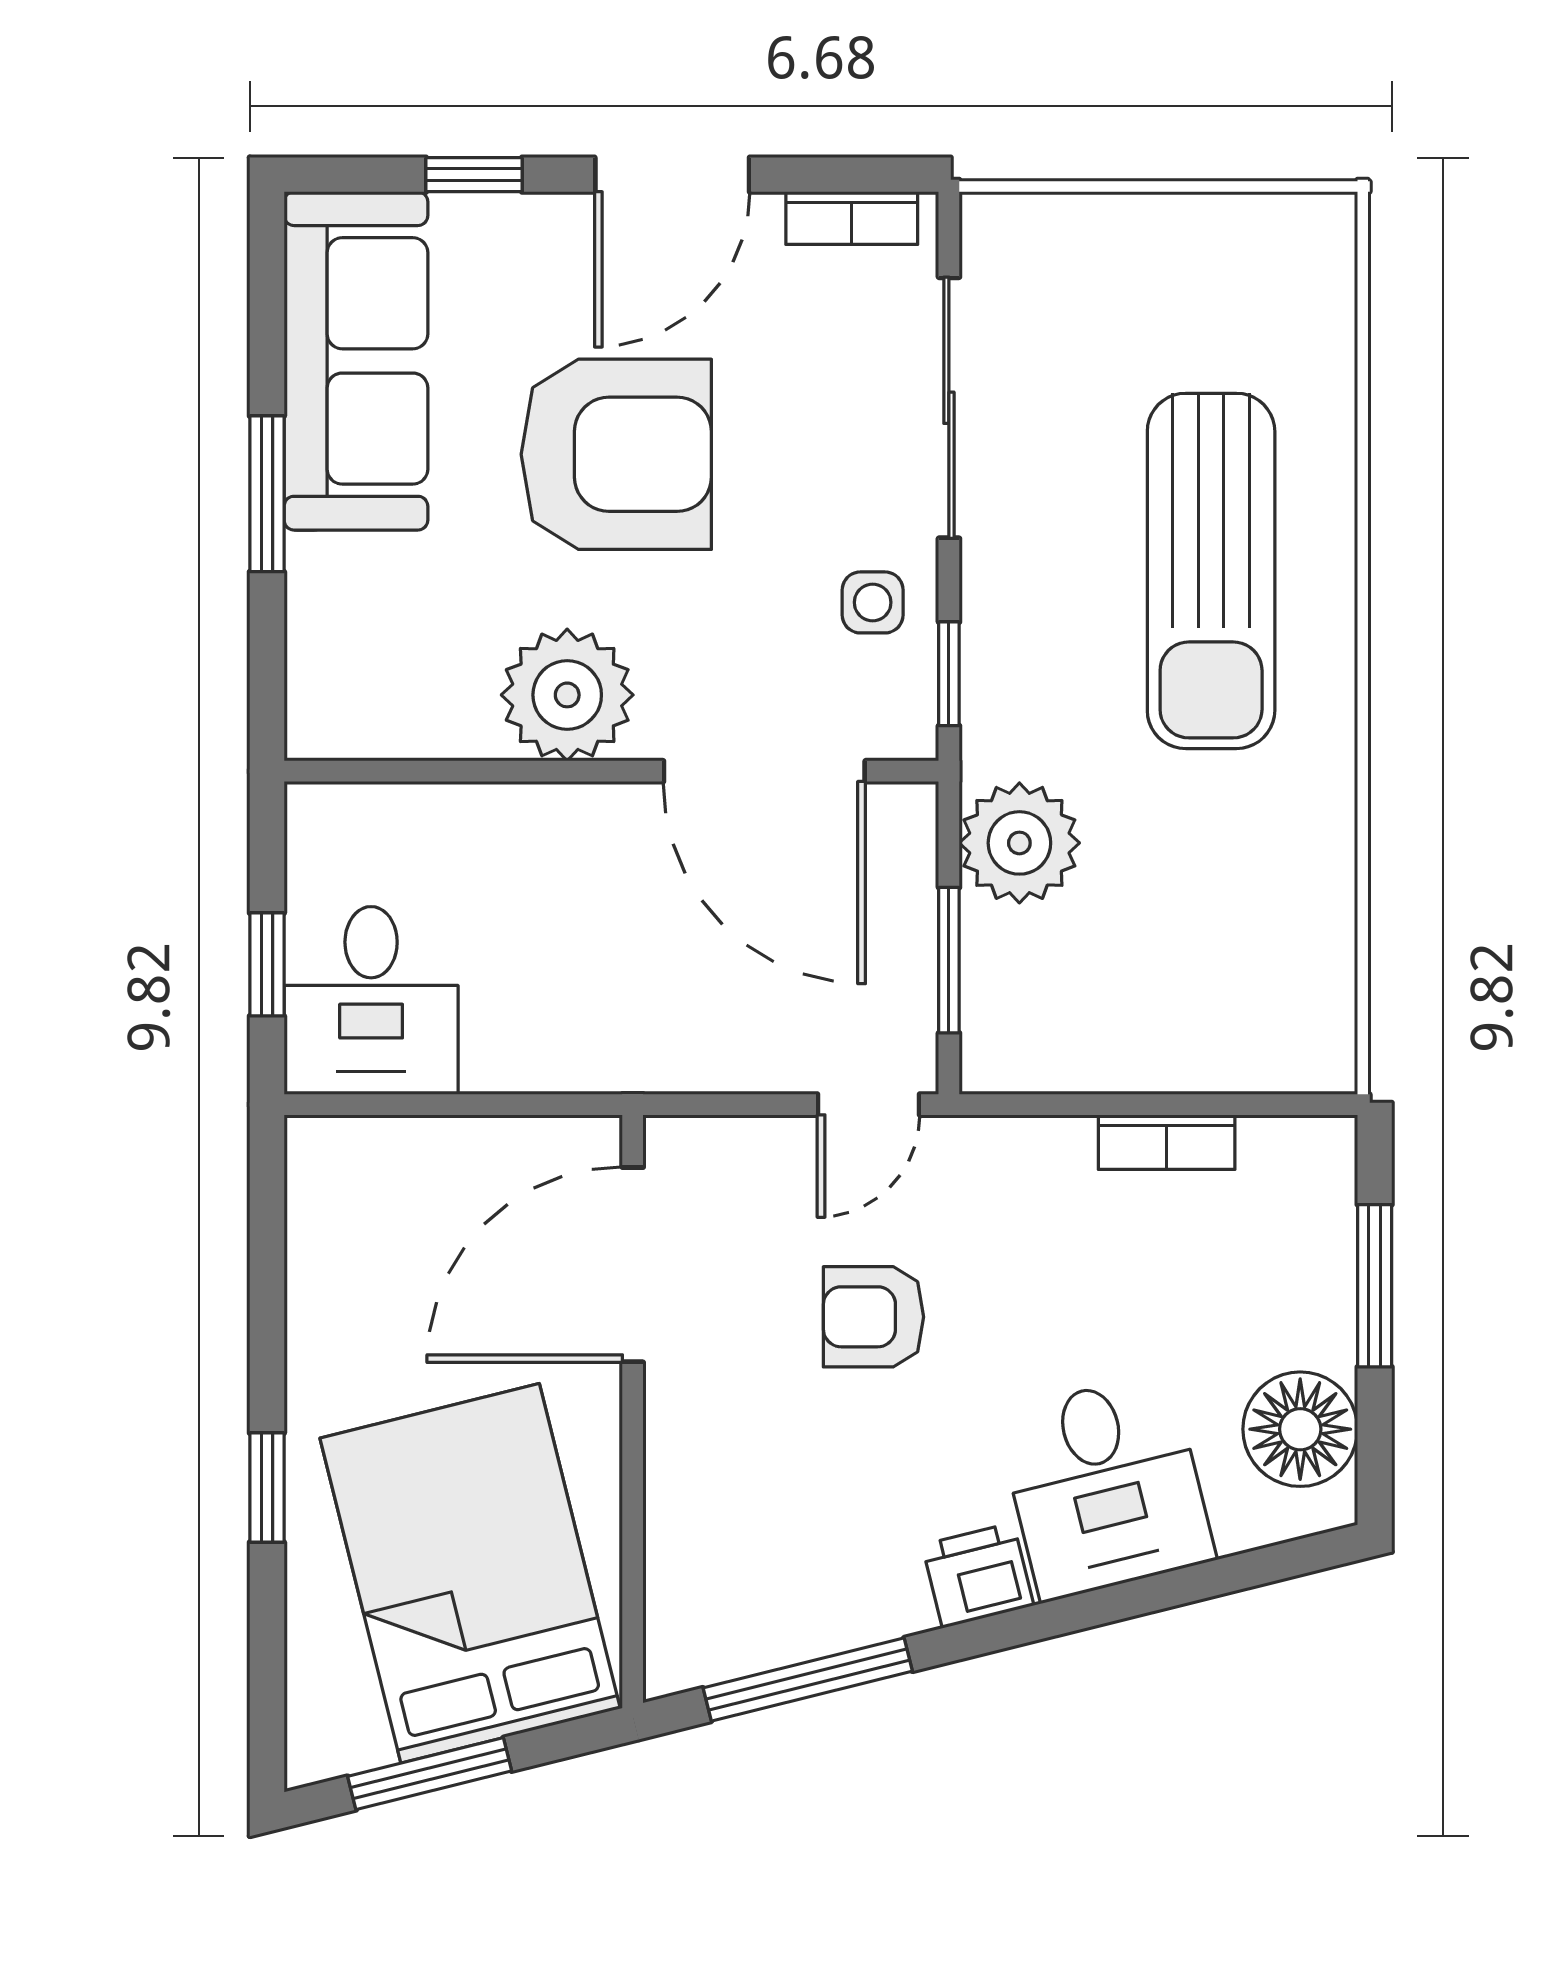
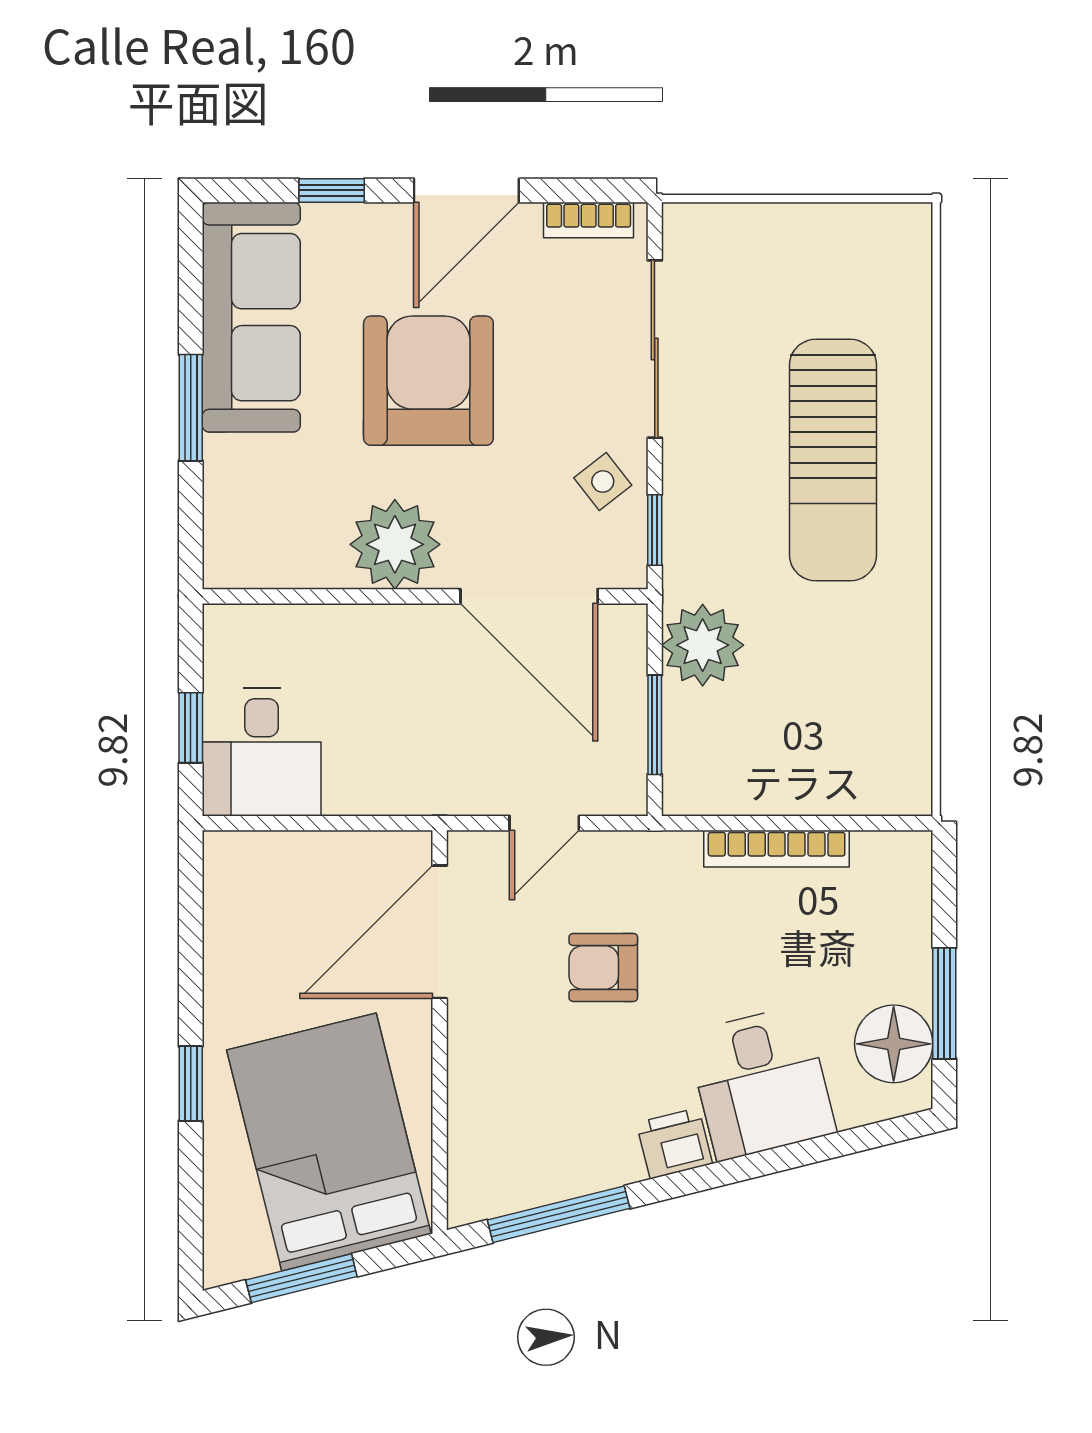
armchair: (616, 454) -> (428, 381), turned -90
side table: (873, 602) -> (603, 481), turned -38
door: (868, 1105) -> (544, 823), moved
bookcase: (1167, 1142) -> (777, 849), width x1.56
window: (1375, 1286) -> (944, 1003), moved

